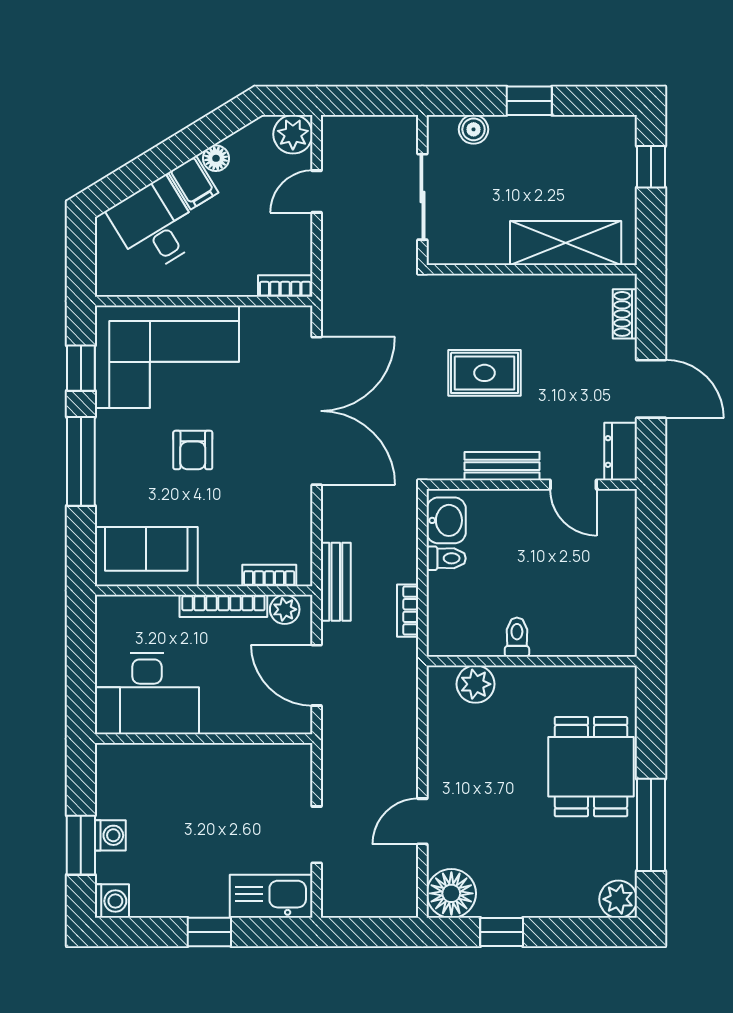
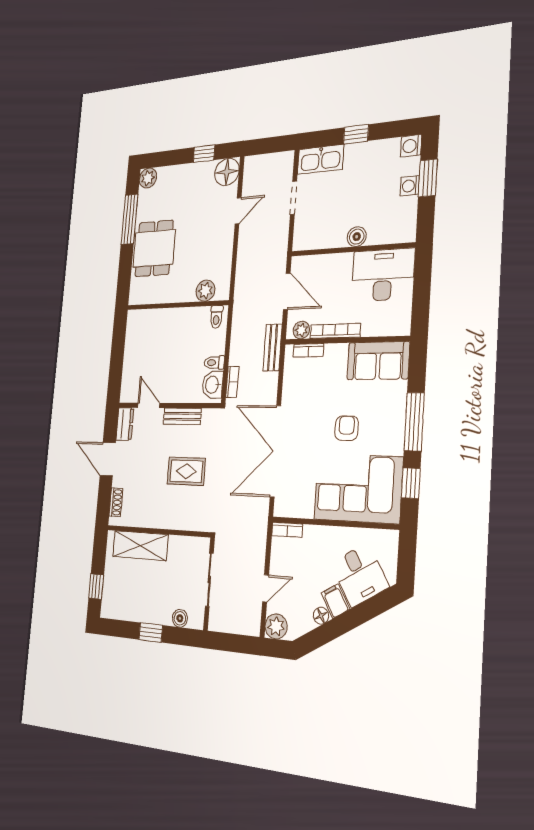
bookcase: (408, 611) -> (232, 382), moved
toilet: (517, 637) -> (216, 317), moved
boiler: (197, 759) -> (357, 237), added

